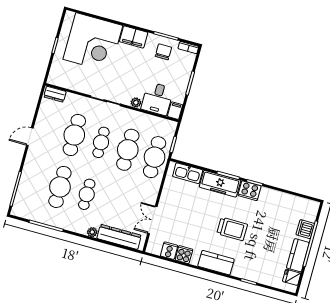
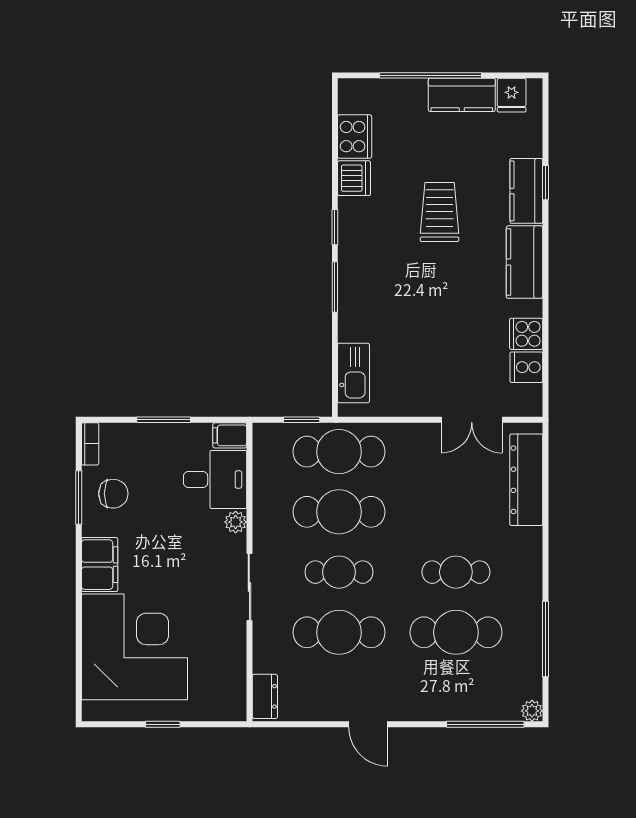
chair: (163, 52) -> (113, 494), turned 180
freezer: (220, 184) -> (357, 299), removed
cooker: (250, 191) -> (355, 137), moved
trolley: (232, 229) -> (440, 212), moved
dishwasher: (305, 229) -> (354, 178), moved, turned -90
plant: (92, 232) -> (532, 711), moved
kitchen counter: (247, 272) -> (526, 191), added

